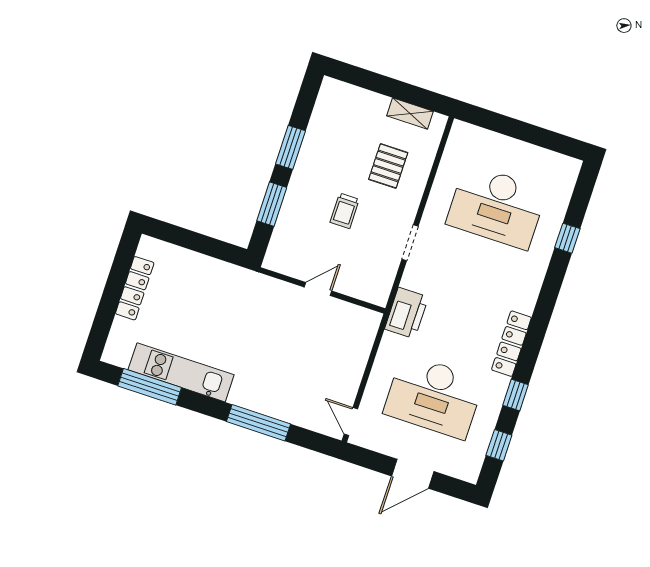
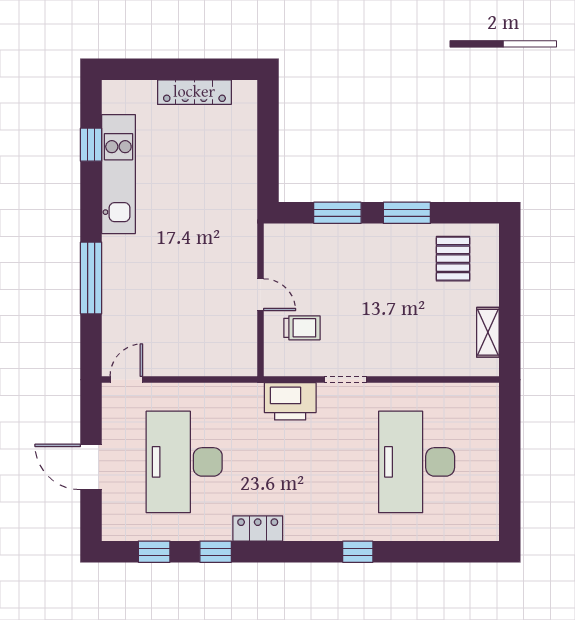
pallet: (388, 166) -> (453, 259), moved, turned 90
trolley: (345, 211) -> (302, 328), moved, turned 180
window: (567, 238) -> (358, 552), moved
printer: (406, 313) -> (290, 401), moved
locker: (511, 344) -> (258, 528), width x0.66
window: (150, 387) -> (91, 145), width x0.46

